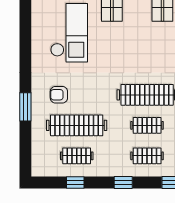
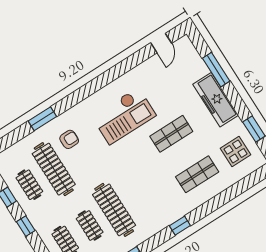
armchair: (59, 95) -> (69, 139), turned 90
window: (123, 182) -> (26, 226), moved

